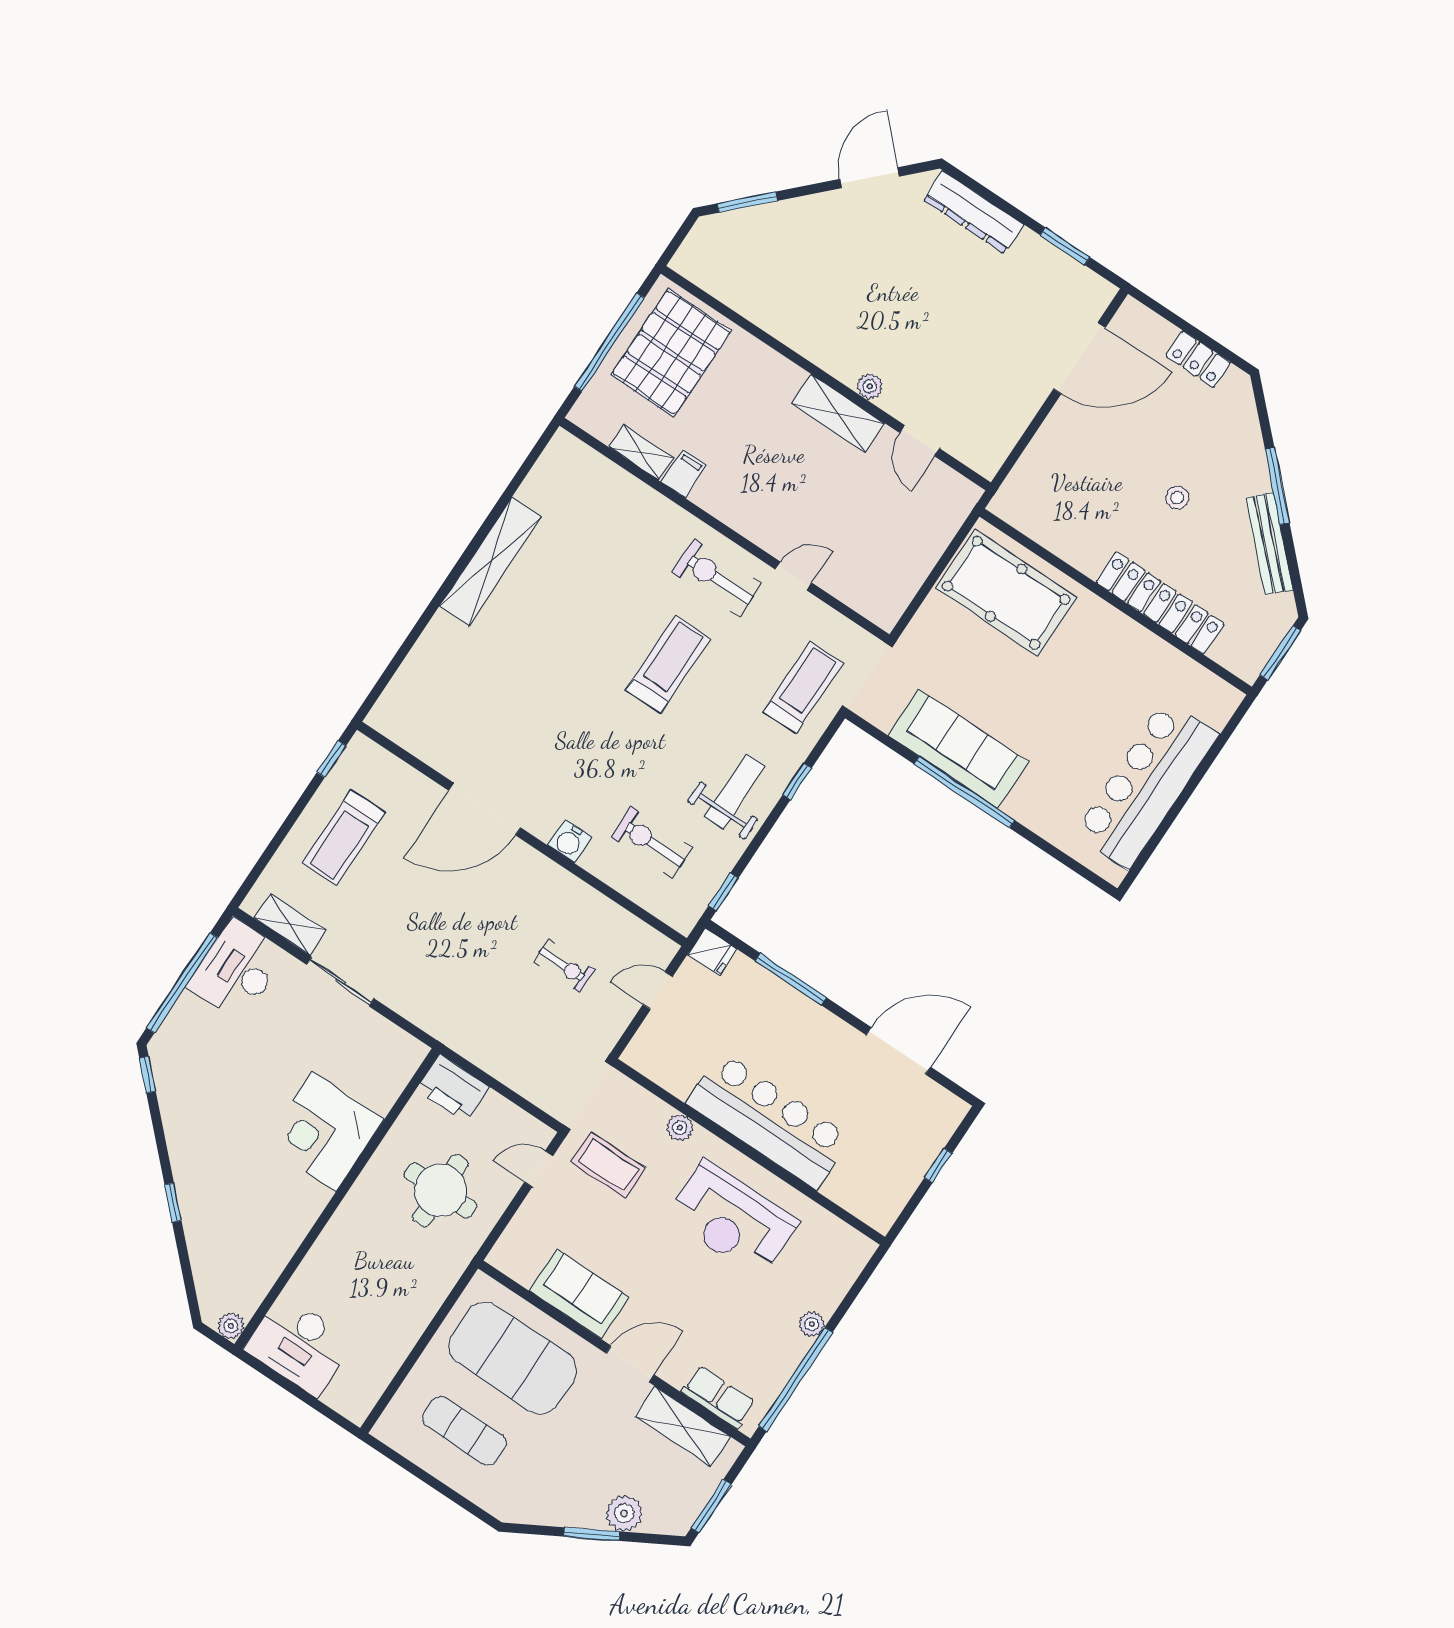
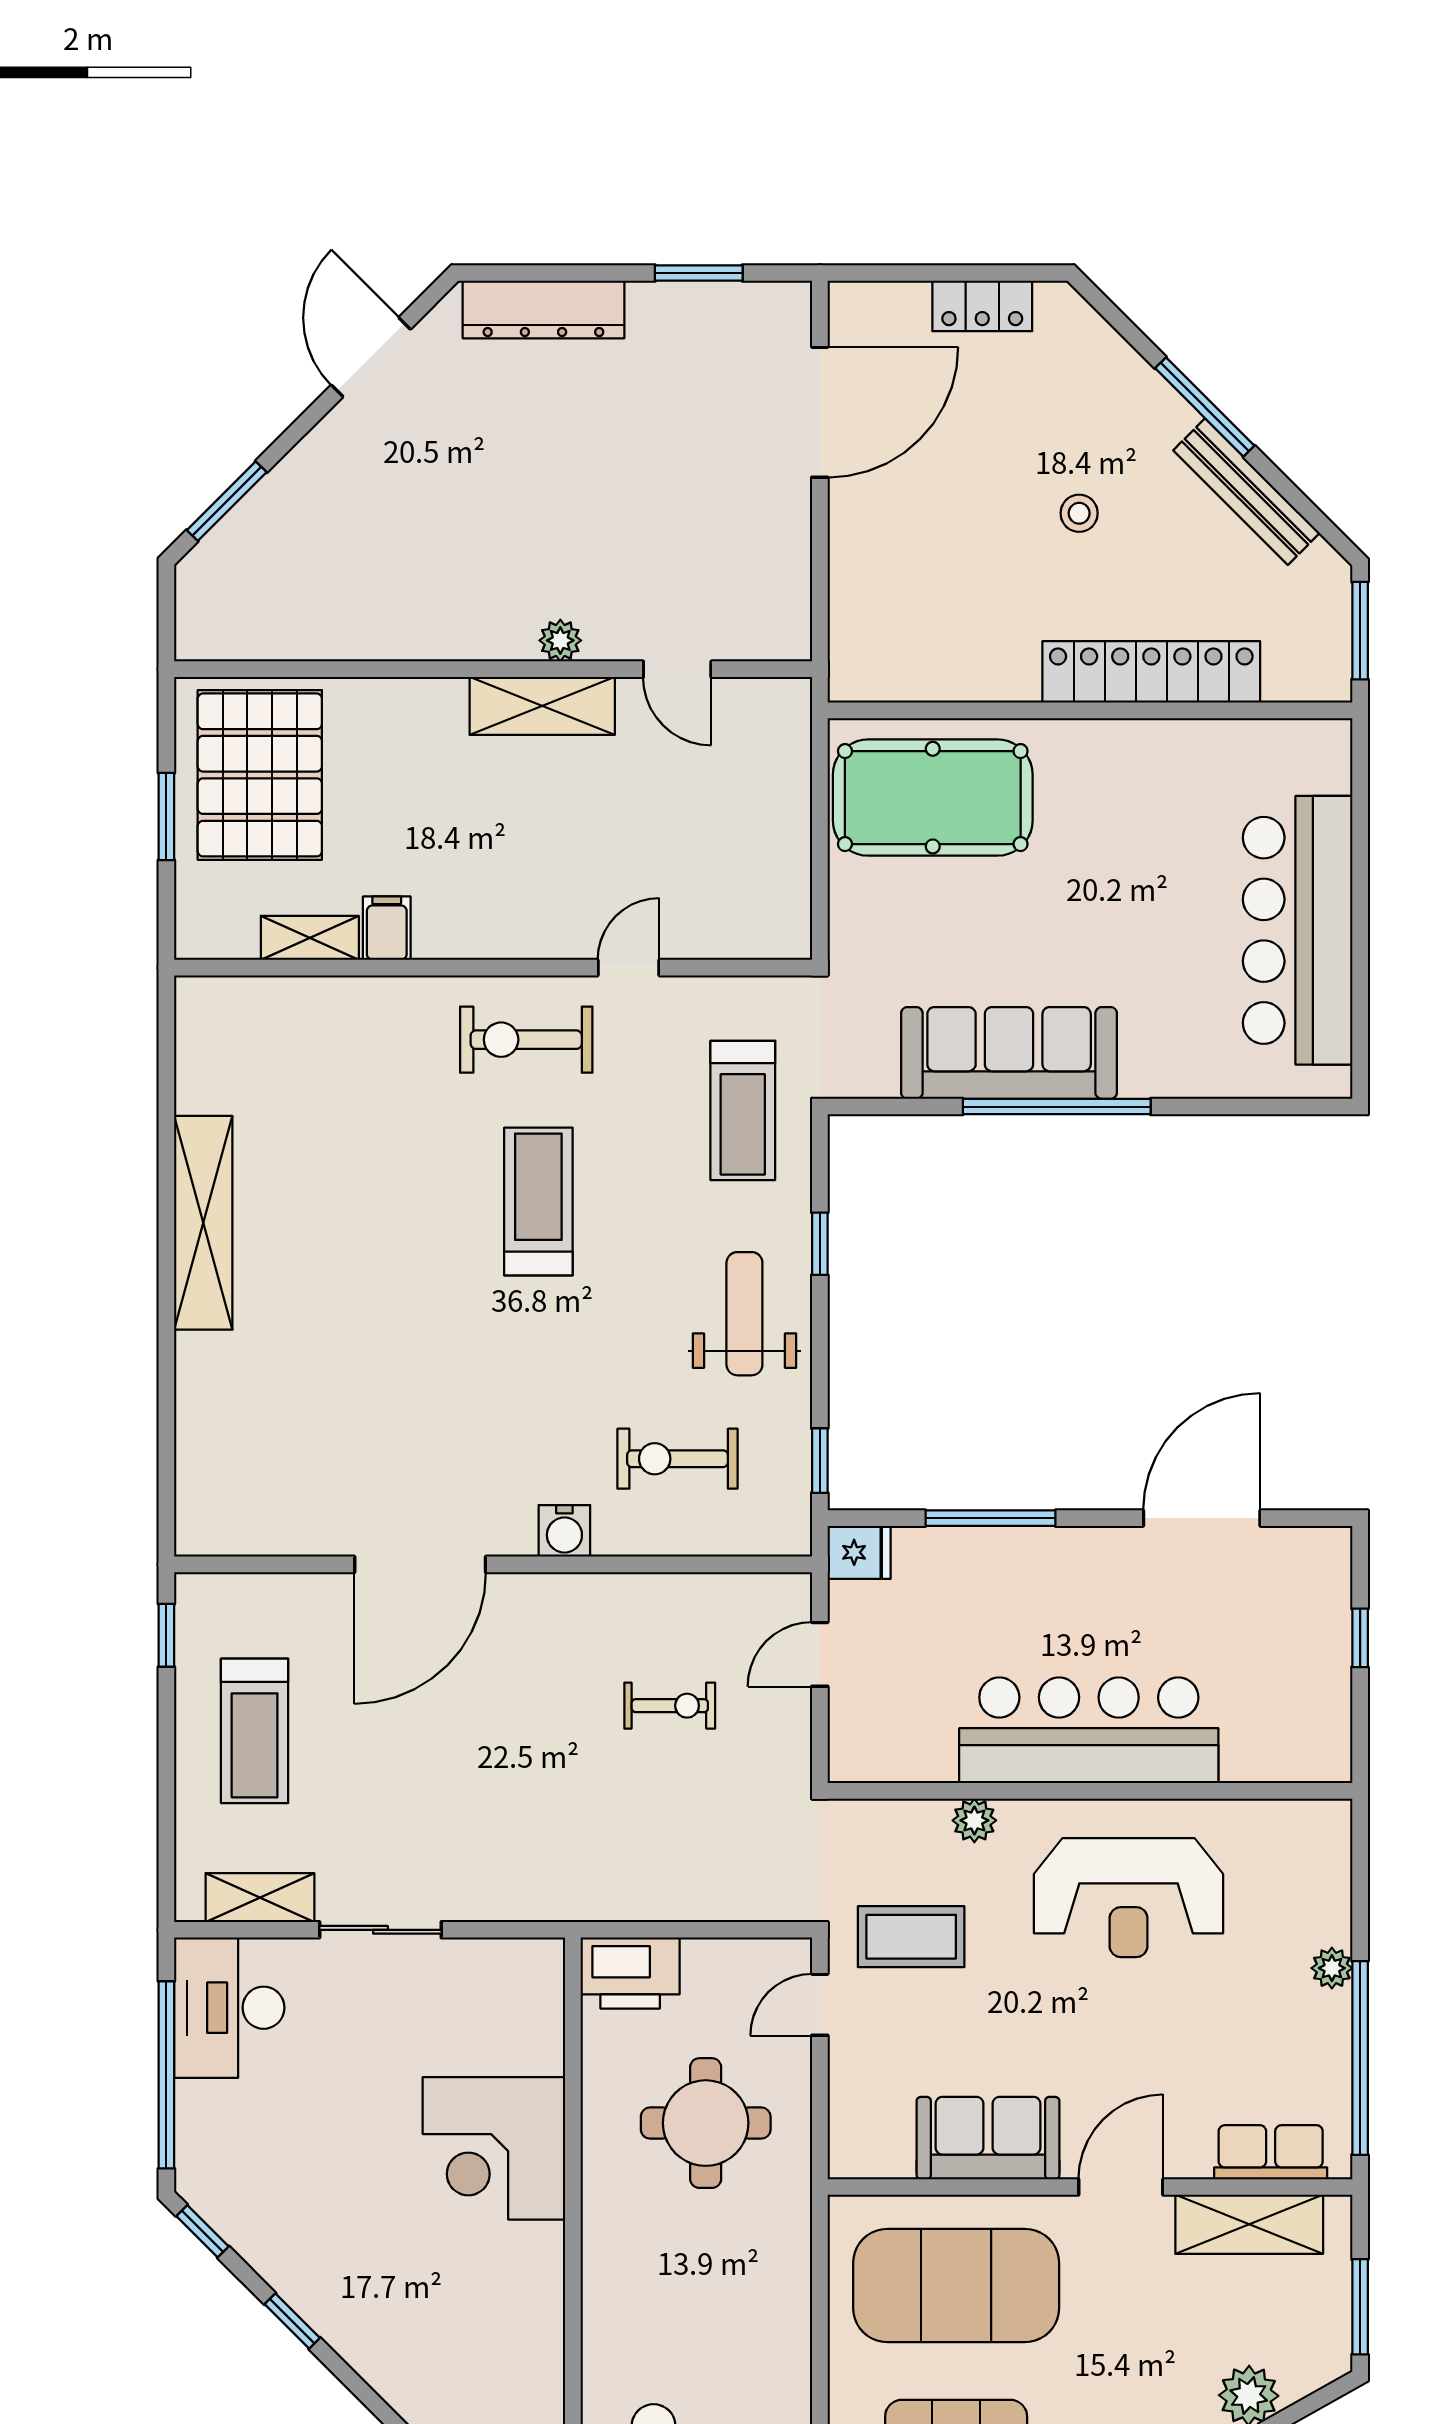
window: (609, 342) -> (166, 817), width x0.47
treadmill: (803, 687) -> (743, 1110), turned 180
window: (173, 1203) -> (292, 2321), moved

